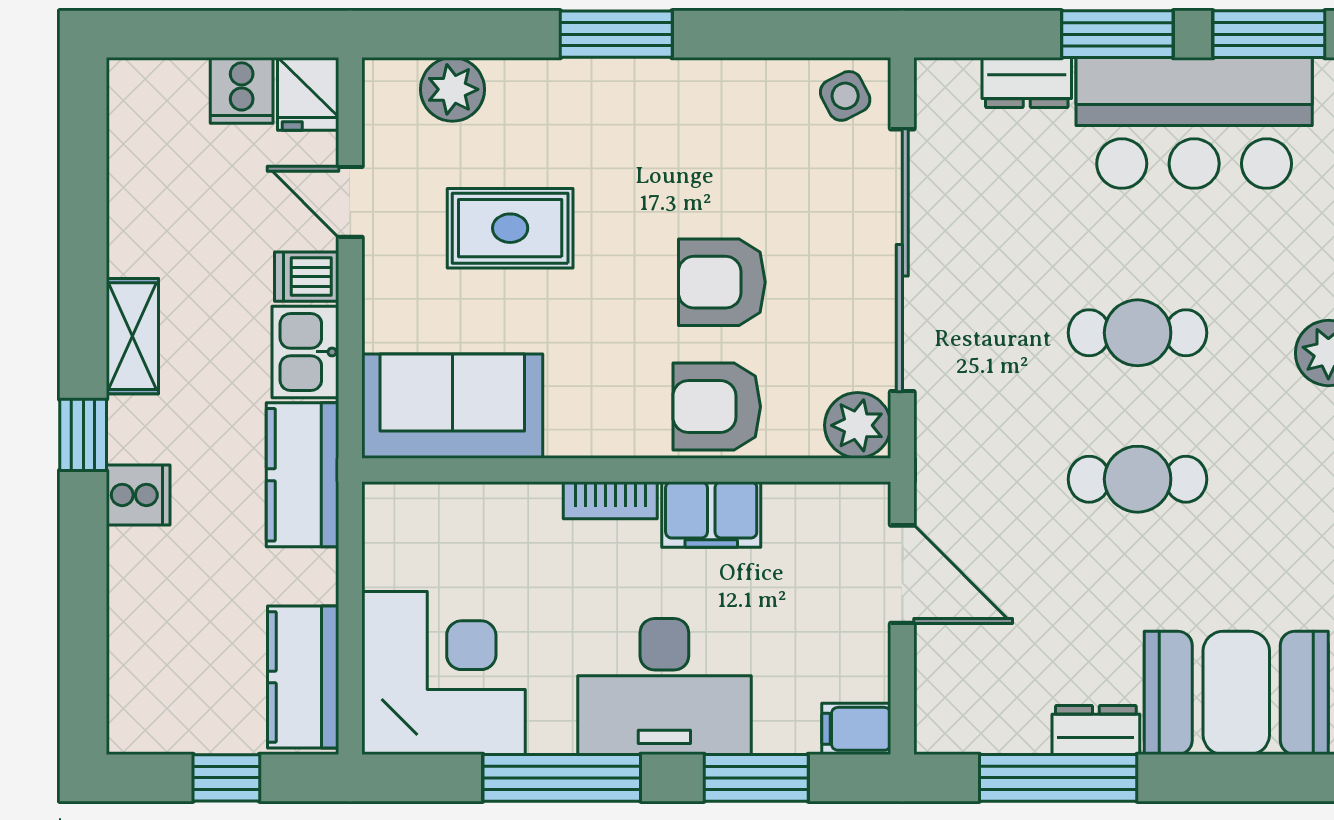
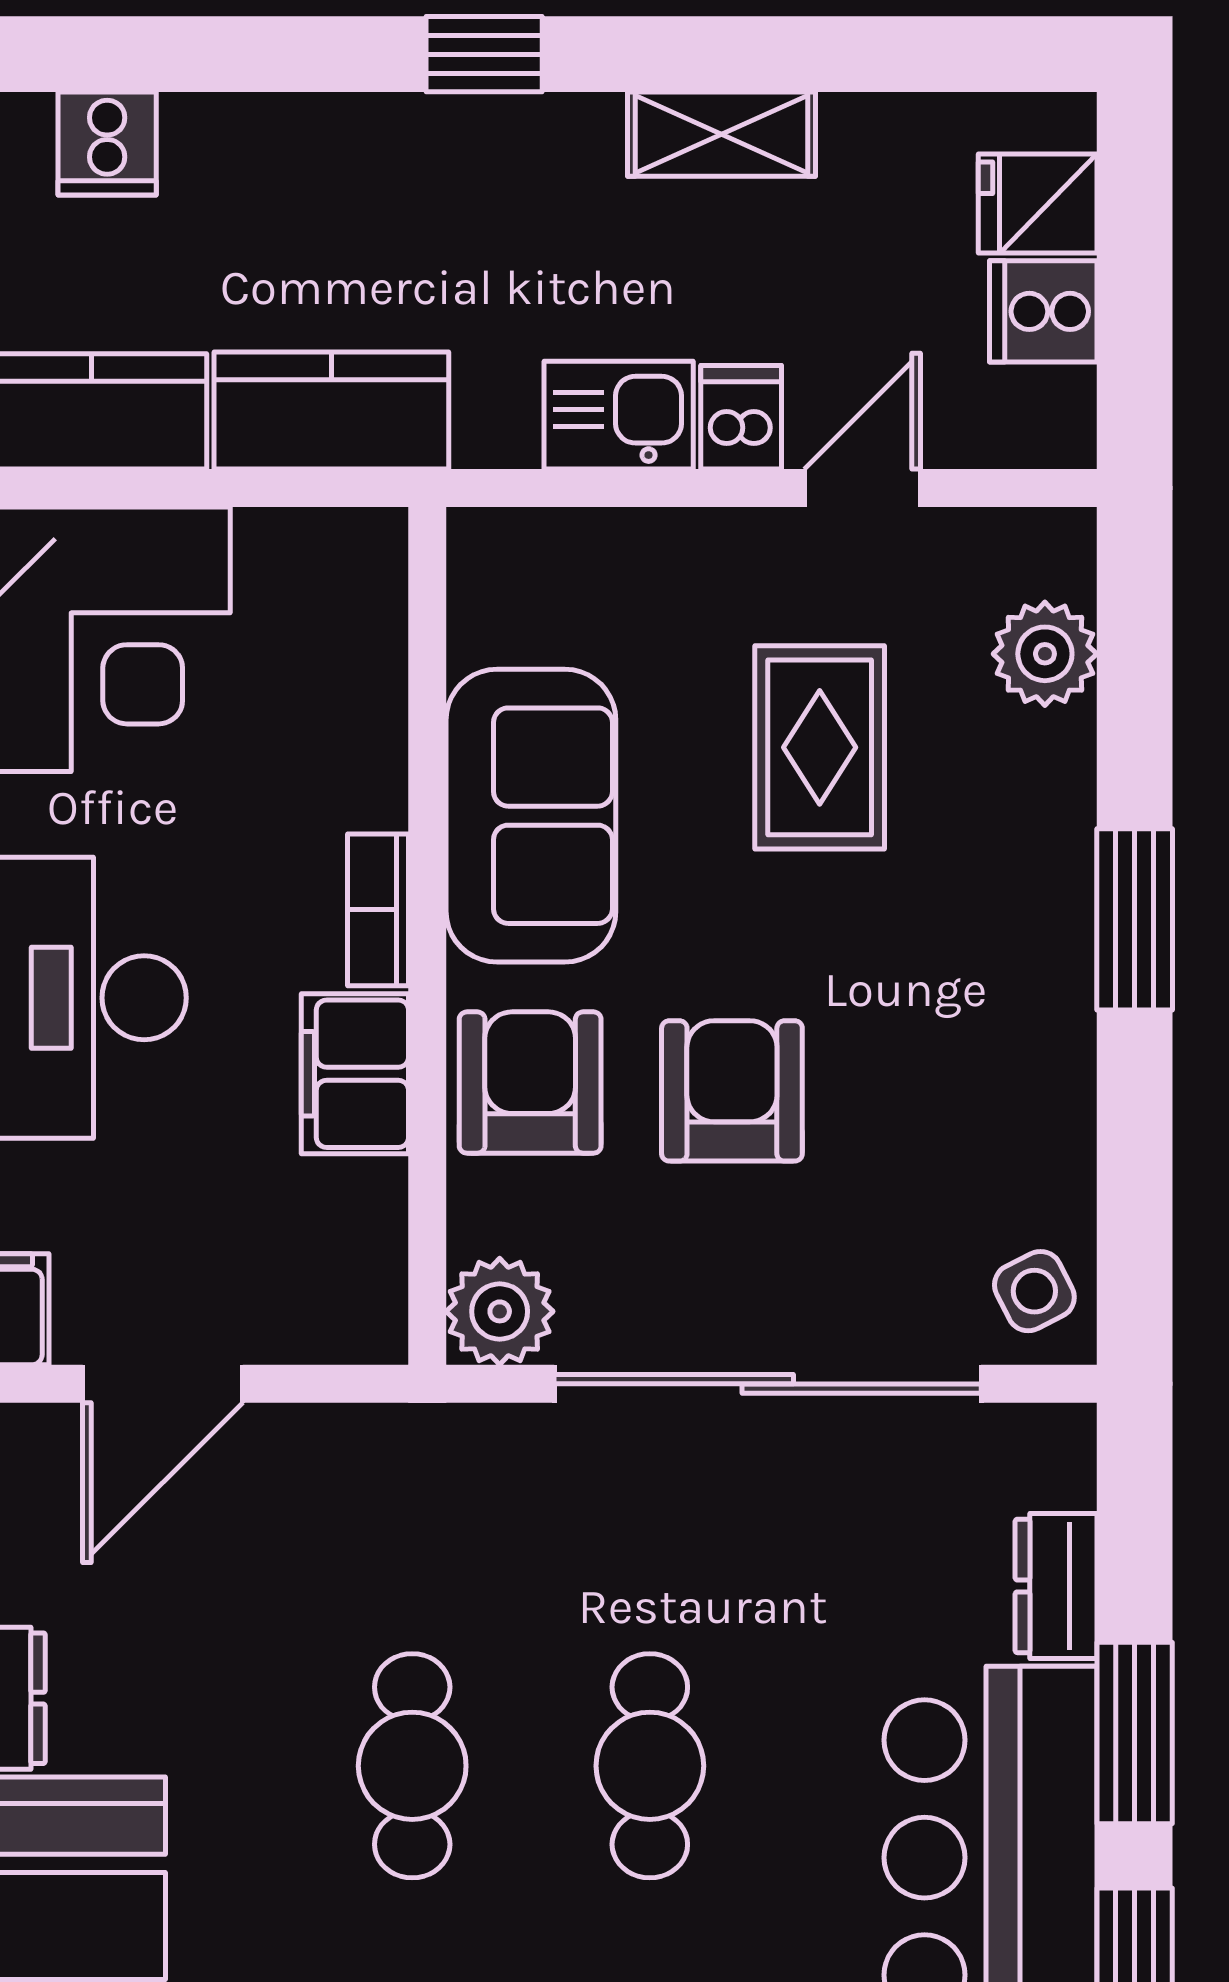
fridge: (308, 94) -> (1038, 203), moved
shelving: (132, 336) -> (721, 134), moved
sofa: (452, 406) -> (531, 816), moved
kitchen counter: (303, 475) -> (331, 410), moved
cooker: (138, 495) -> (107, 143), moved
door: (902, 574) -> (163, 1384), moved

